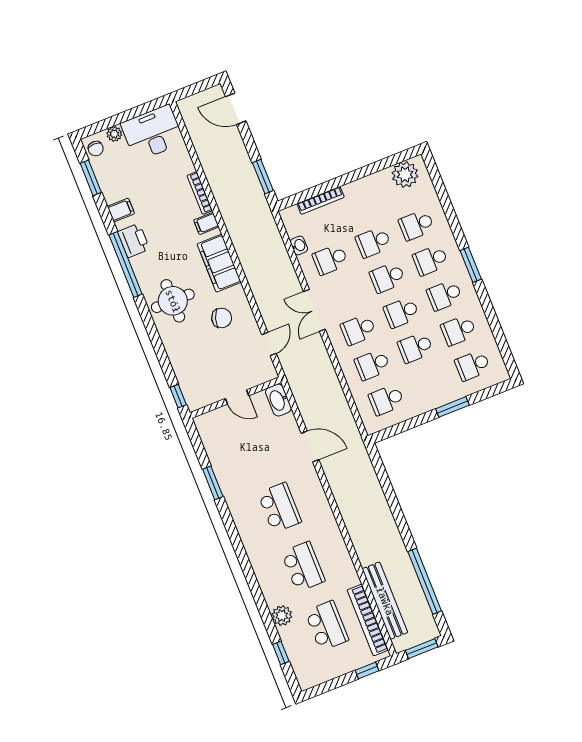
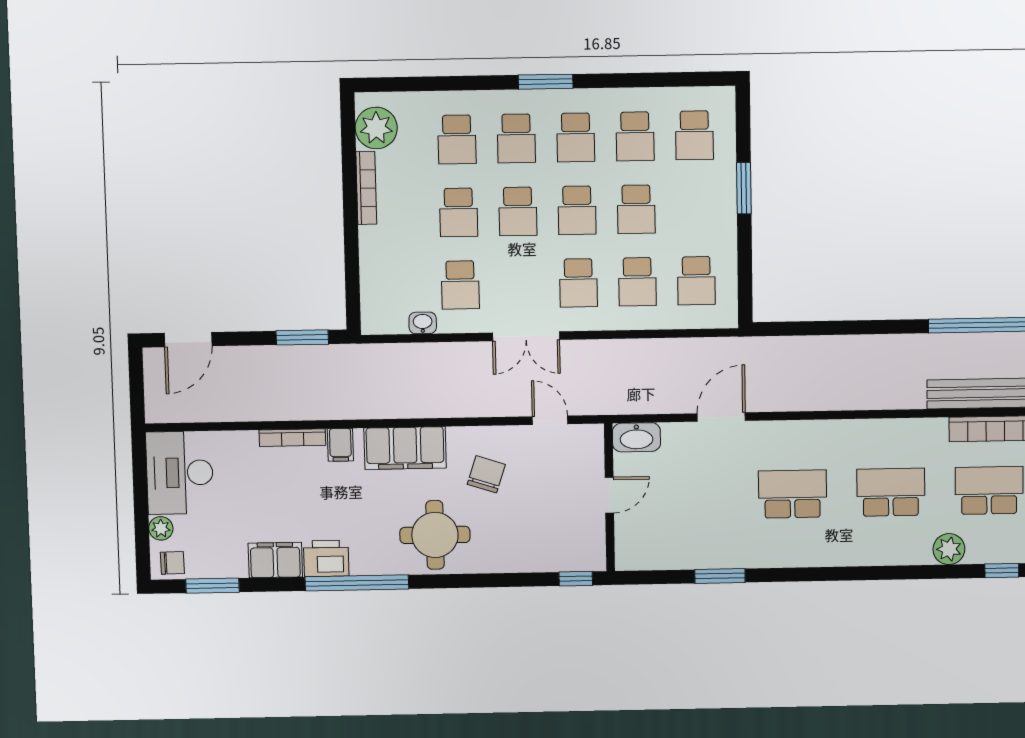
bookcase: (321, 200) -> (366, 188), moved
filing cabinet: (121, 210) -> (275, 560), width x2.00

